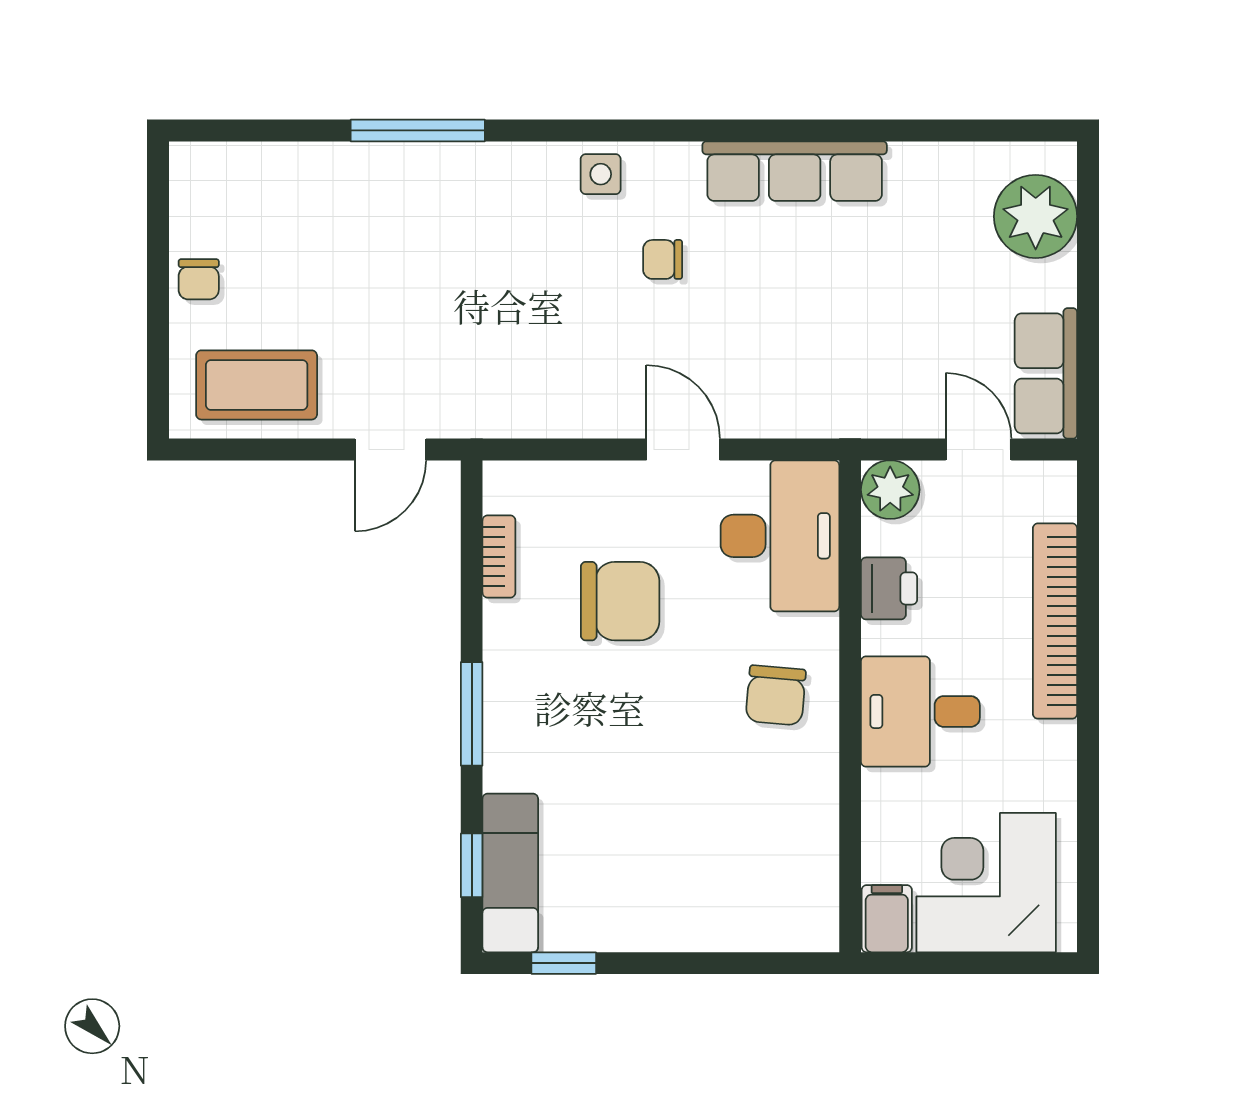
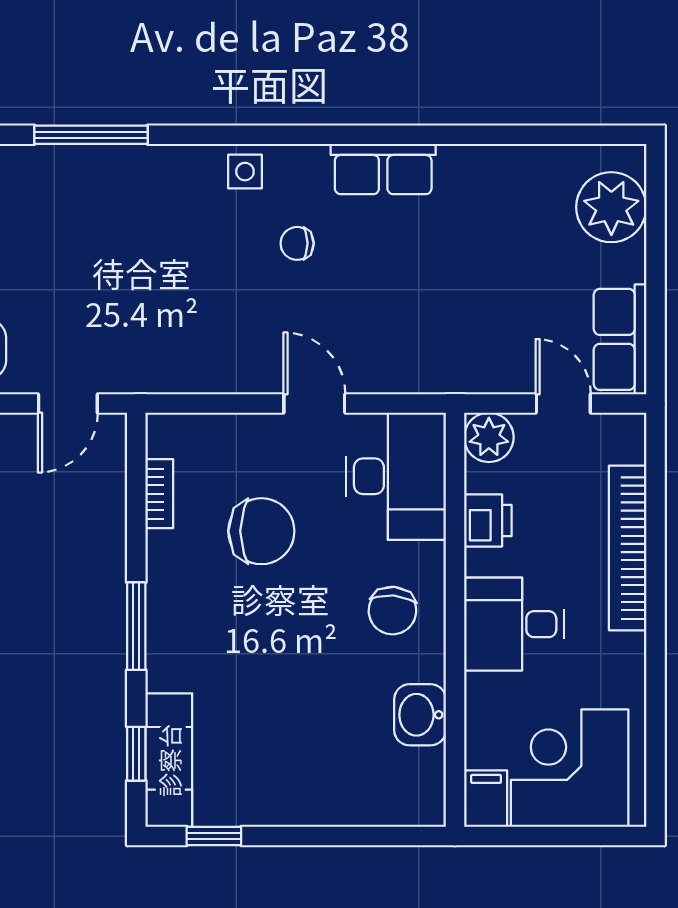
row of seats: (795, 171) -> (383, 169), width x0.68
washbasin: (809, 819) -> (420, 715), added

